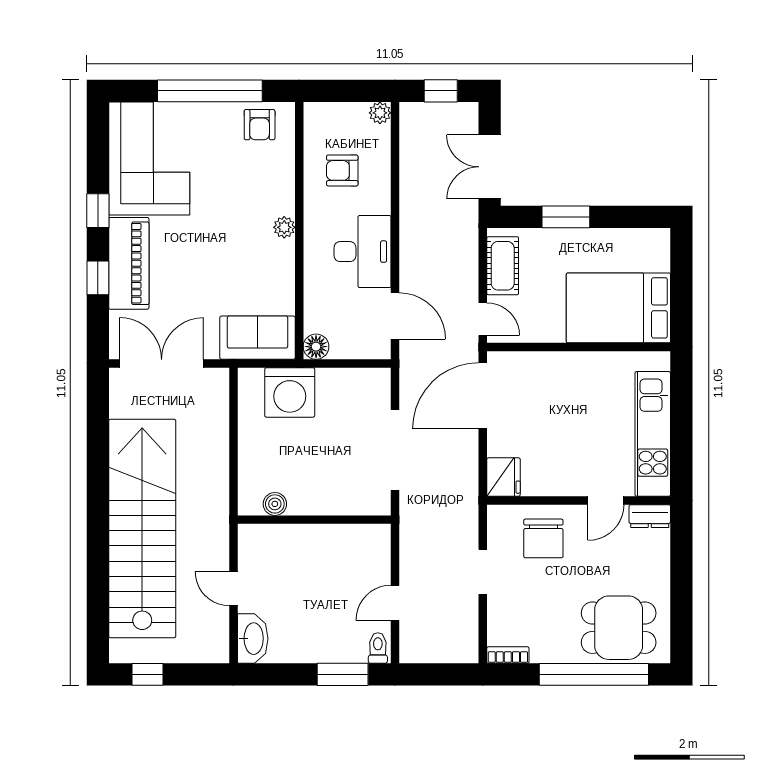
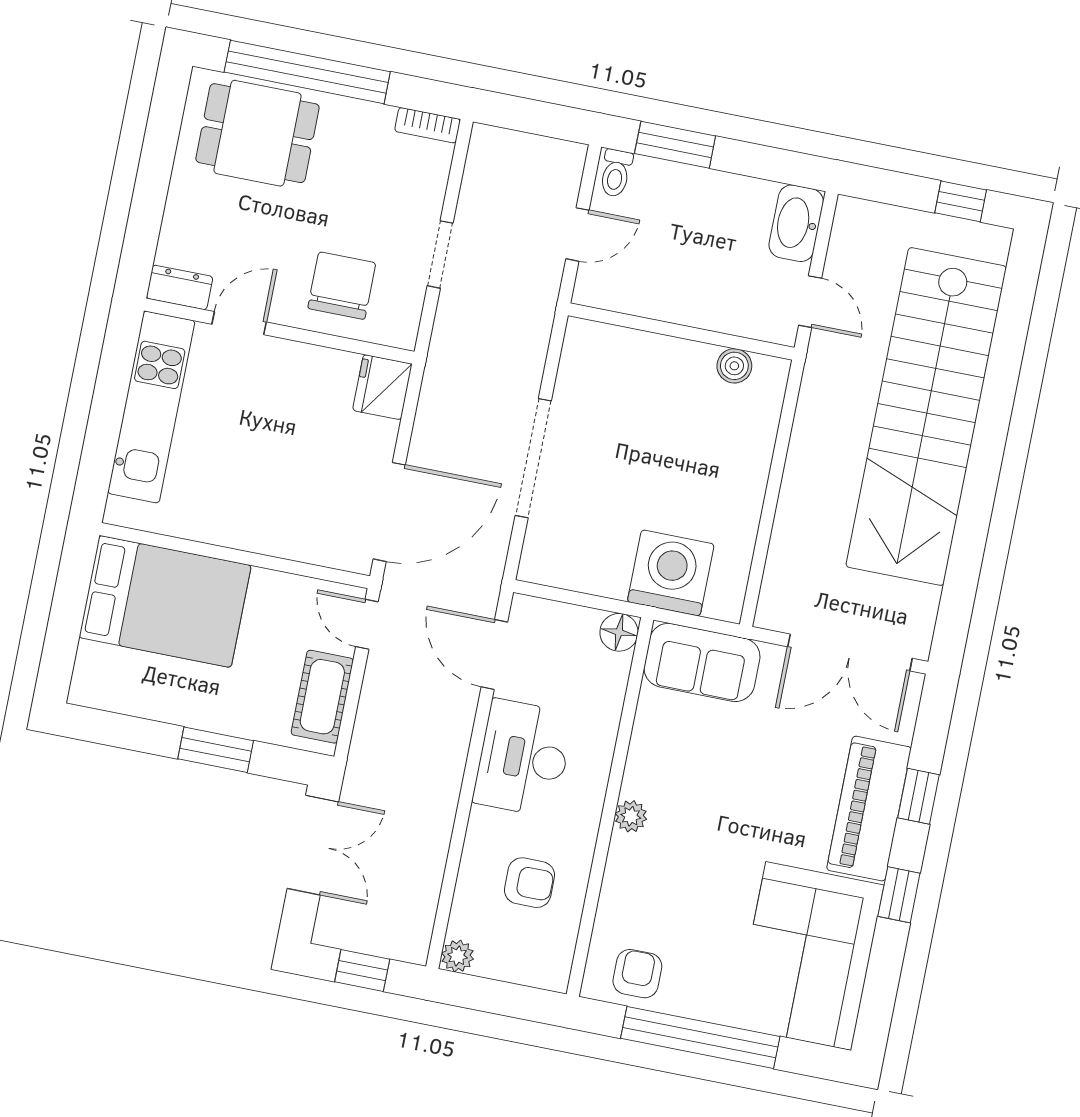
boiler: (275, 504) -> (734, 366), moved
wall: (314, 520) -> (681, 331), moved

